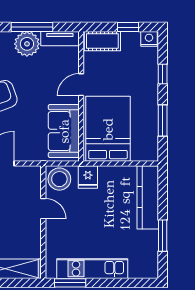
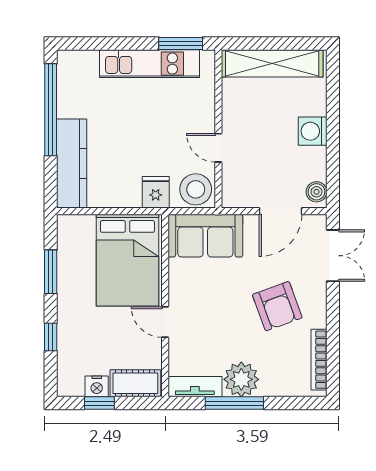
nightstand: (149, 39) -> (97, 386), moved
door: (81, 85) -> (165, 322), swing flipped
sofa: (64, 131) -> (205, 236), moved, turned 90
window: (163, 236) -> (51, 110), width x2.11

